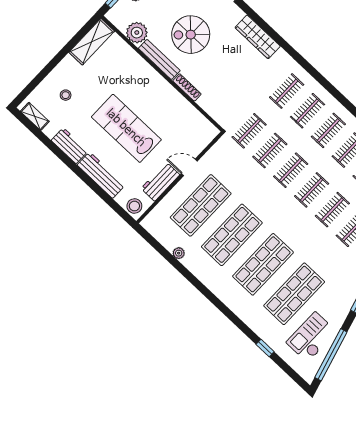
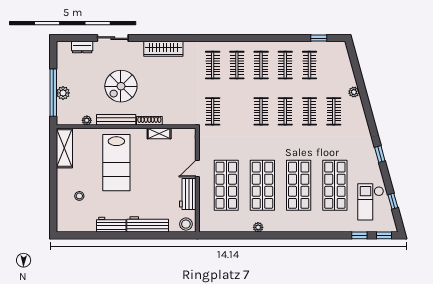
plant: (137, 33) -> (87, 120), width x0.53, depth x0.53
shelving: (35, 116) -> (159, 133), moved
lab bench: (126, 128) -> (116, 163), moved, turned -90
clothes rail: (270, 150) -> (237, 111), removed
plant: (179, 253) -> (258, 227), moved
window: (265, 348) -> (359, 235), moved
window: (331, 355) -> (393, 201), width x0.32
window: (296, 377) -> (384, 235), added

